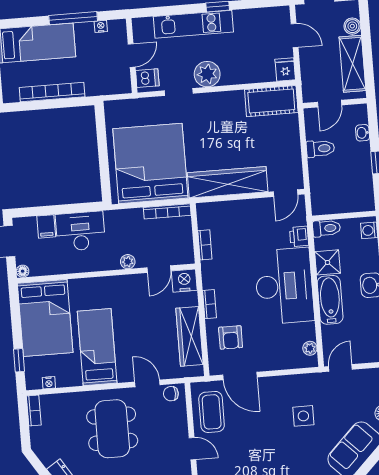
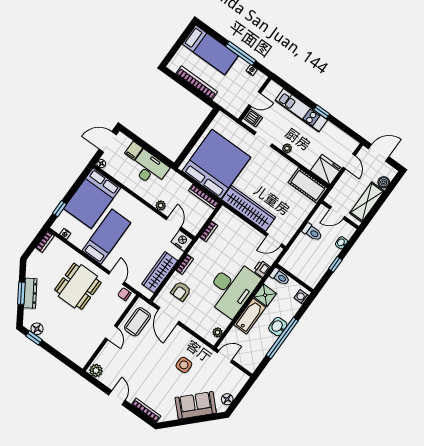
fridge: (285, 70) -> (326, 170), width x1.88, depth x1.34
plant: (207, 74) -> (287, 148), width x0.53, depth x0.53
door: (159, 269) -> (174, 223), swing flipped

